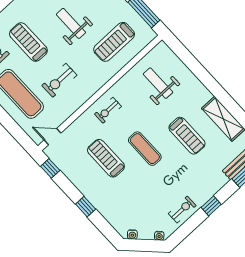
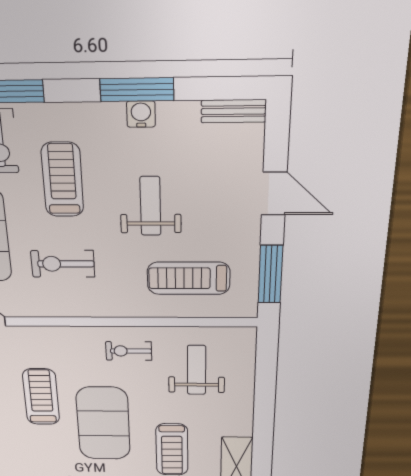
exercise bike: (108, 110) -> (129, 351), moved
exercise mat: (145, 149) -> (103, 424), width x2.00, depth x1.45

